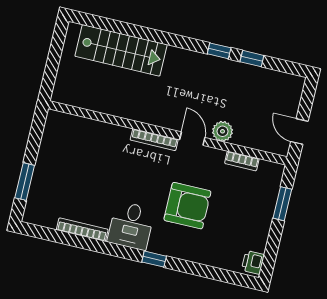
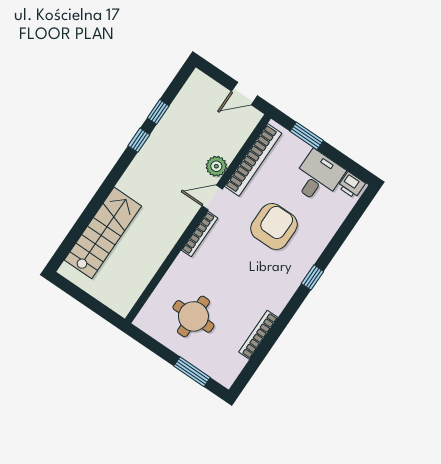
bookcase: (242, 161) -> (253, 160), width x2.31, depth x1.31
round table: (76, 163) -> (193, 316), added
desk: (131, 226) -> (318, 177), moved, turned -90

